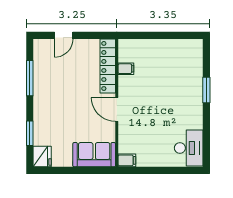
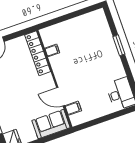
door: (117, 109) -> (61, 97), moved
filing cabinet: (127, 160) -> (73, 108), moved

